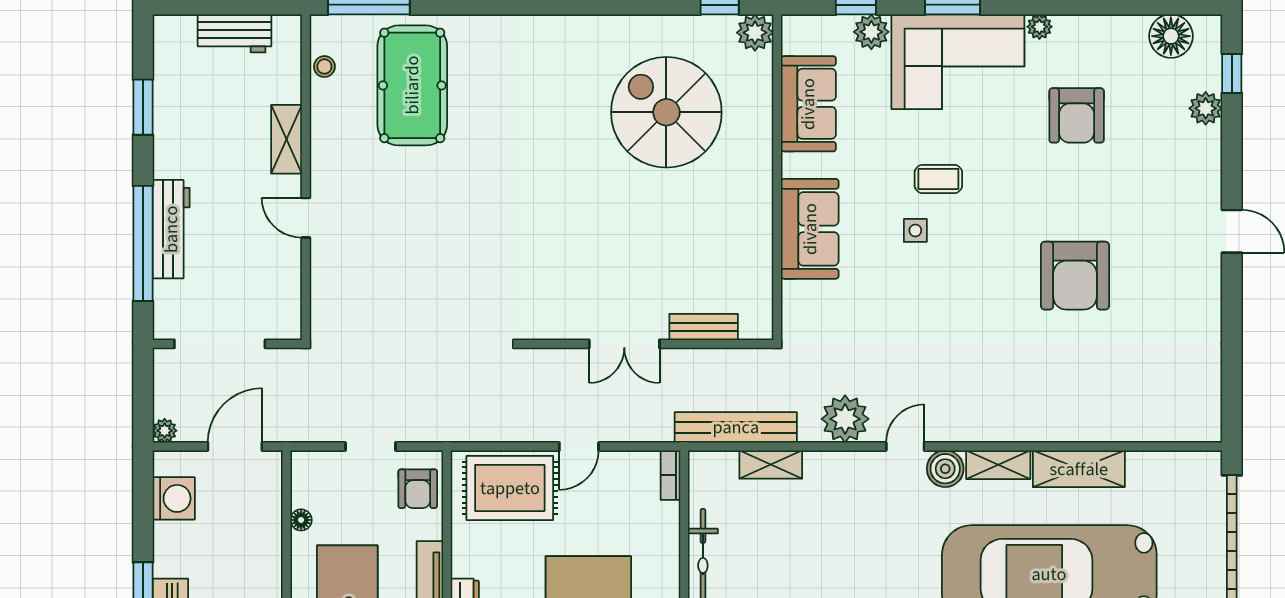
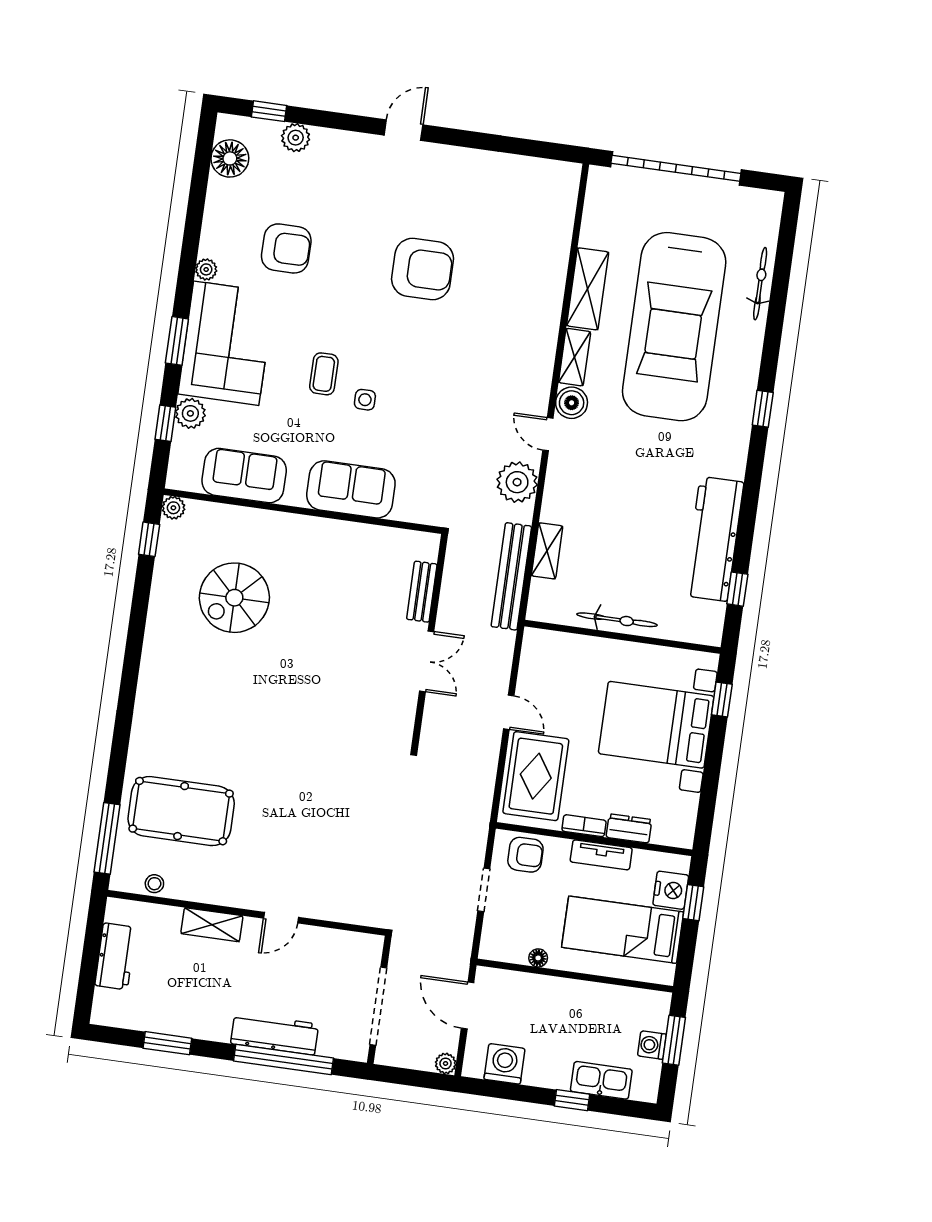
plant: (755, 33) -> (173, 508), width x0.73, depth x0.73
spiral stairs: (666, 112) -> (234, 598), width x0.73, depth x0.73
bookcase: (670, 475) -> (584, 826), moved, turned 180

